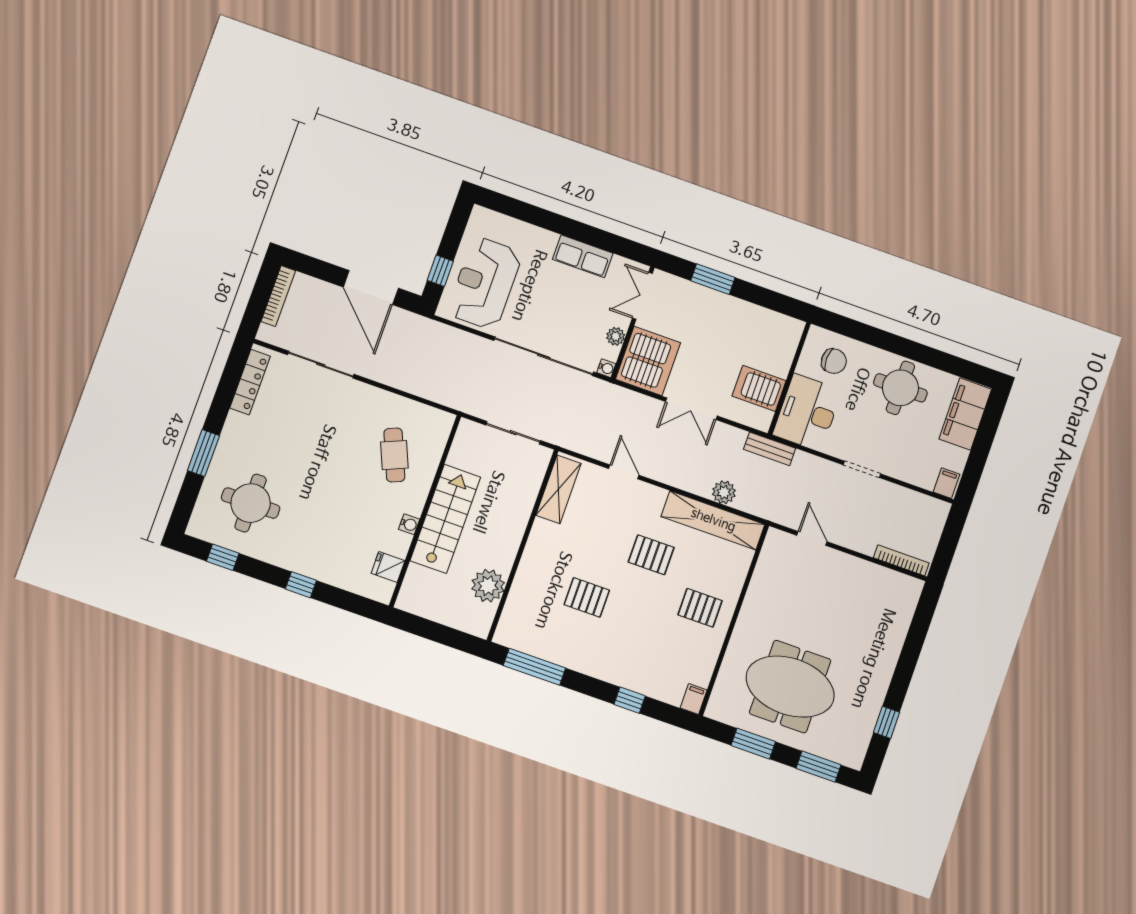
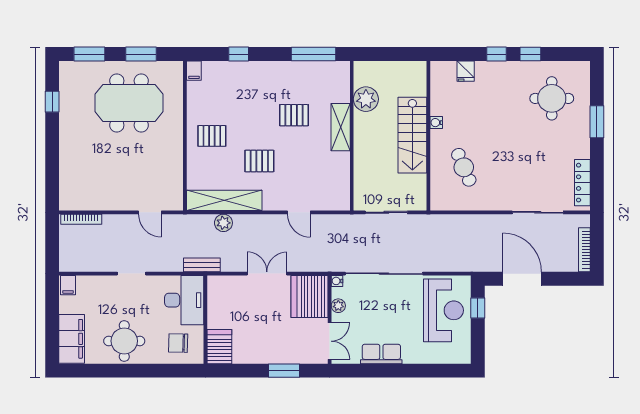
server rack: (759, 388) -> (219, 347), moved, turned -90
shelving: (558, 489) -> (341, 127), moved
window: (223, 557) -> (530, 54), moved
fridge: (388, 567) -> (466, 71), moved, turned 90

